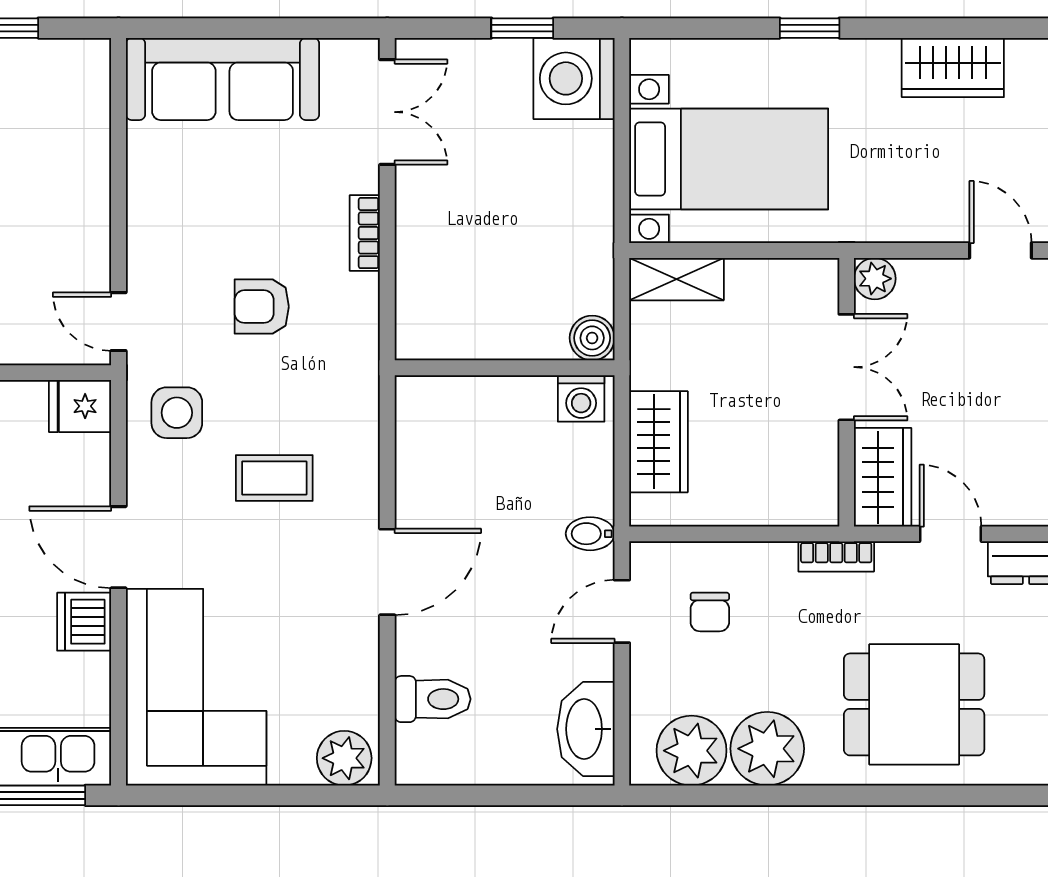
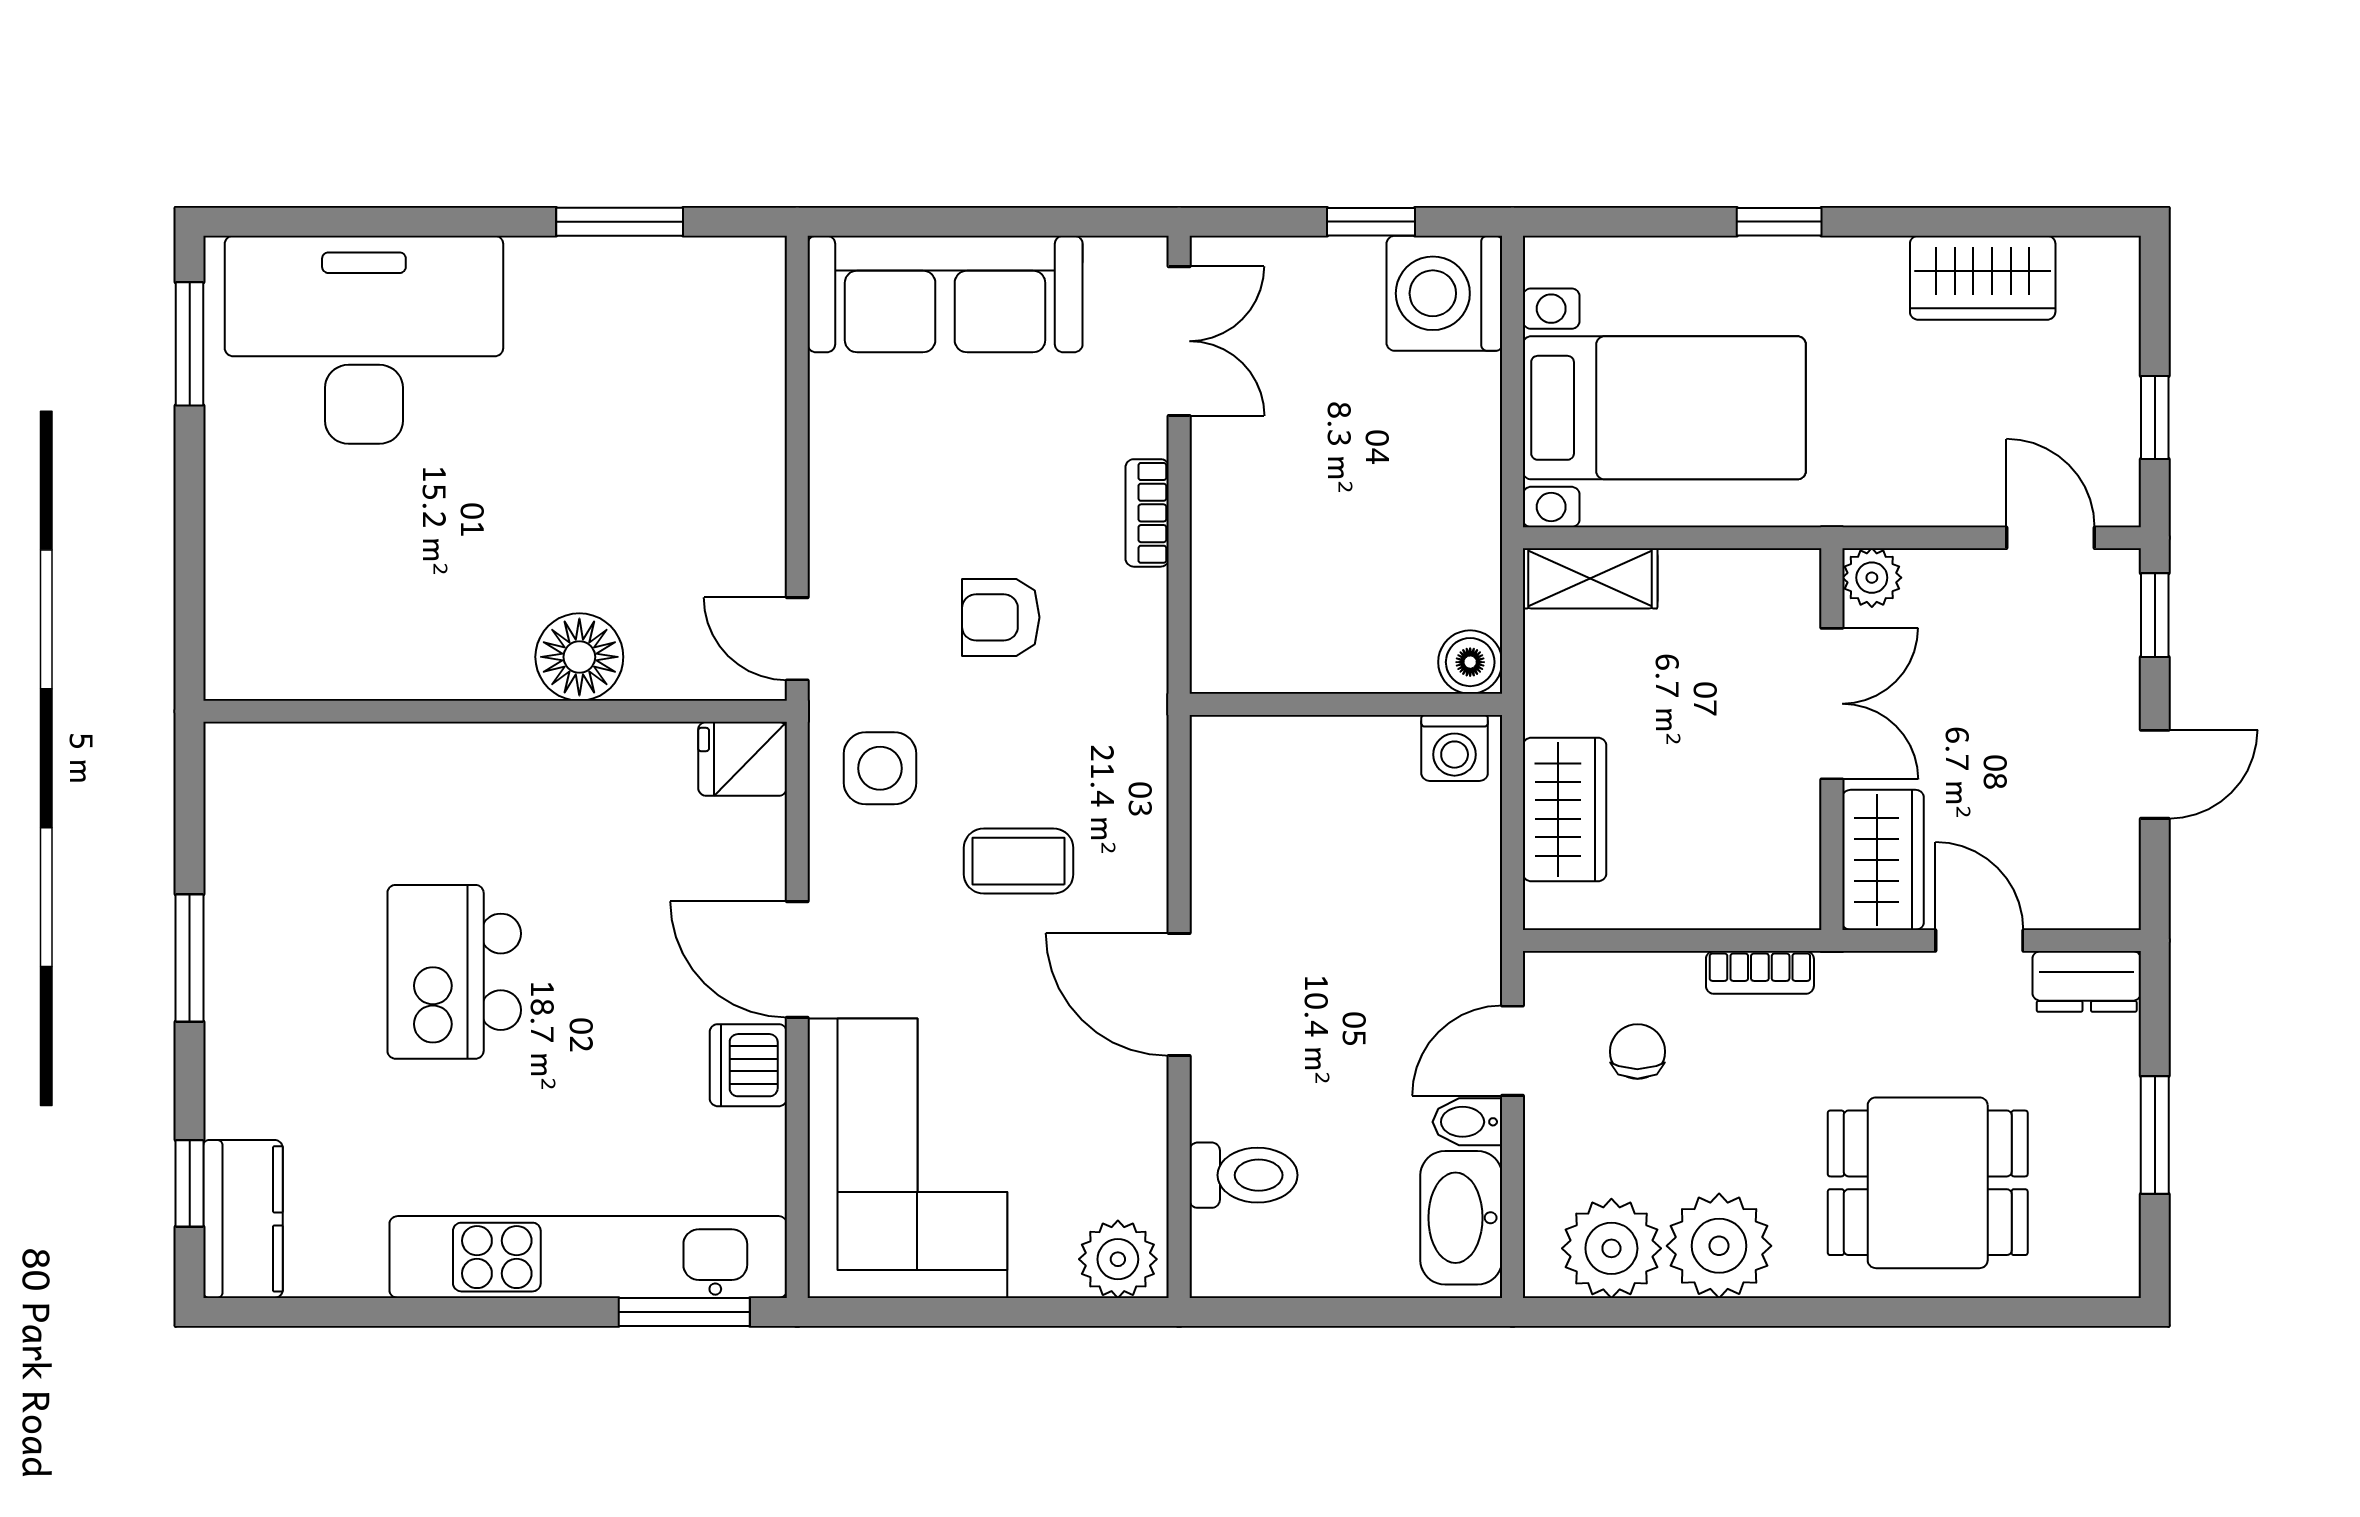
bidet: (590, 534) -> (1467, 1122), moved
bookcase: (836, 556) -> (1760, 972), moved
door: (387, 572) -> (1179, 994), swing flipped
chair: (710, 612) -> (1637, 1052), turned 180

